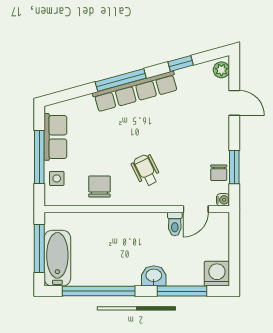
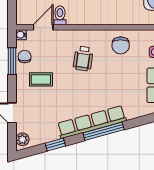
coffee table: (198, 144) -> (41, 79), added
wheelchair: (146, 170) -> (83, 59), turned 34

